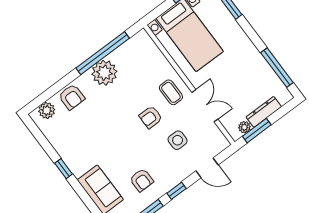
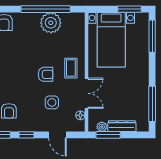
plant: (104, 73) -> (51, 23), moved
armchair: (151, 117) -> (46, 74), turned 180
floor lamp: (215, 132) -> (80, 115), added

